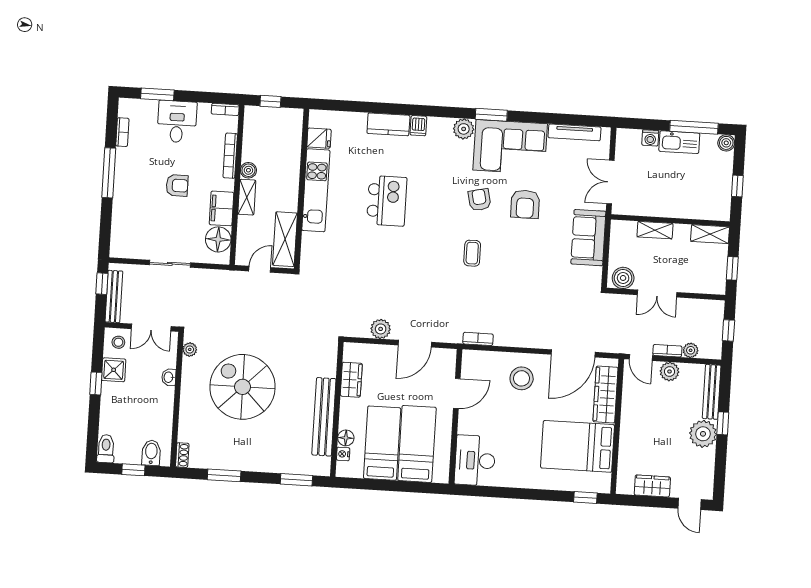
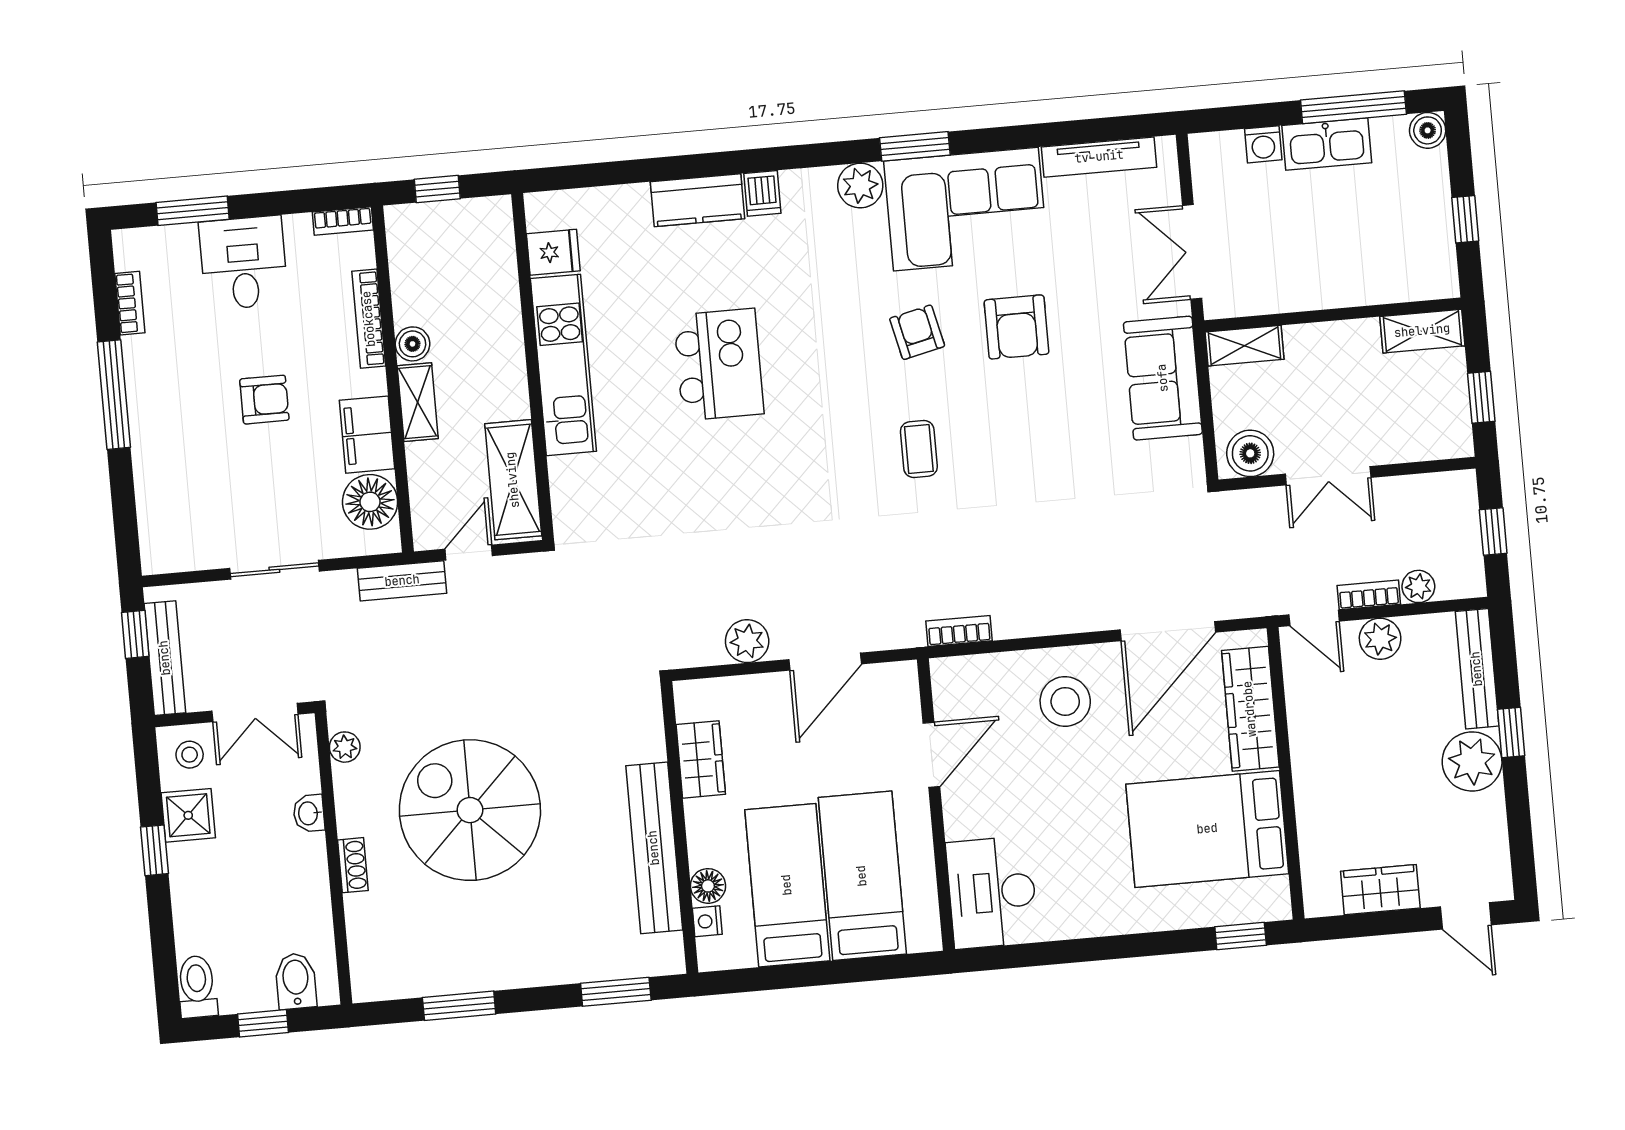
shelving: (655, 230) -> (1245, 346), moved
bench: (227, 278) -> (402, 581), added
shoe rack: (182, 455) -> (353, 865), moved

